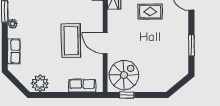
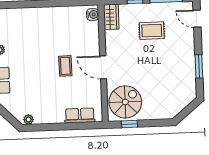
coffee table: (71, 41) -> (65, 66), width x0.54, depth x0.58
plant: (40, 83) -> (29, 119), width x0.53, depth x0.53

